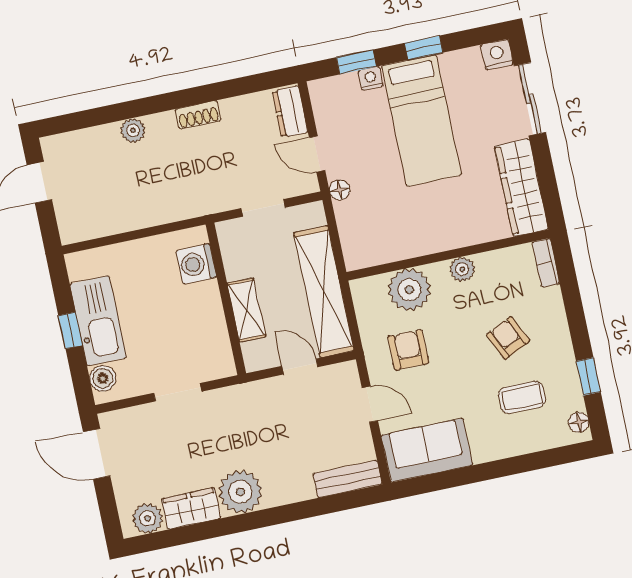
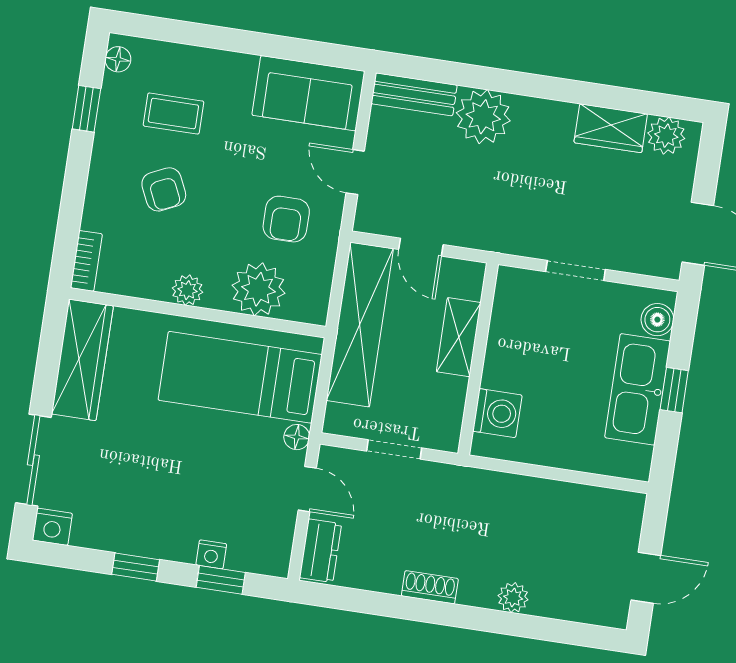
bed: (422, 120) -> (240, 377), moved, turned -90
plant: (240, 492) -> (483, 117), moved

